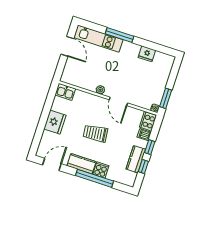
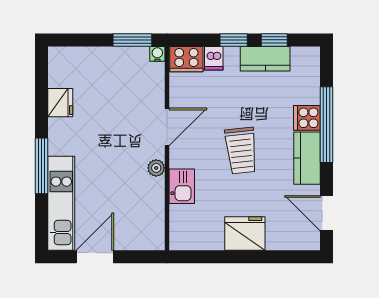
kitchen sink: (65, 92) -> (182, 186), moved

